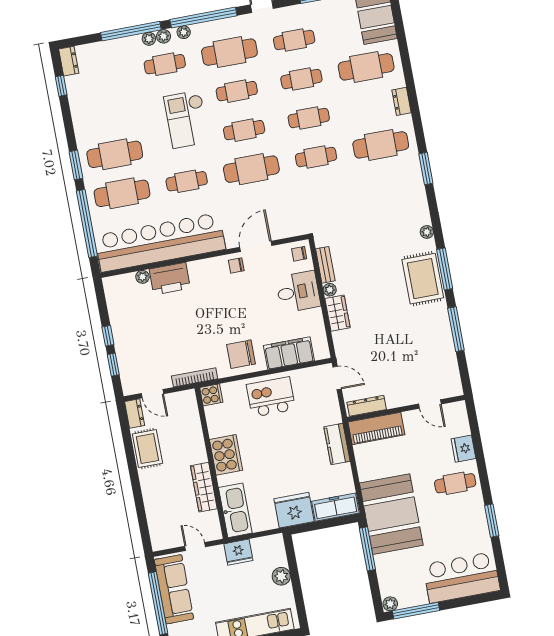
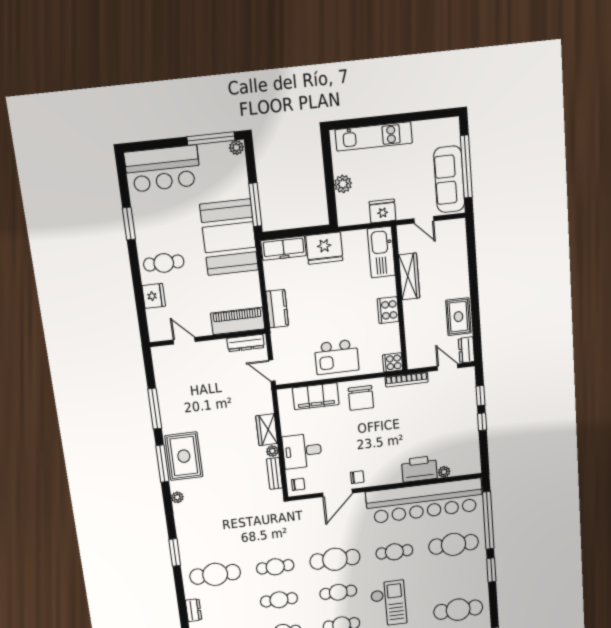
cafe table: (115, 154) -> (458, 610), moved
chair: (241, 354) -> (361, 398), turned 90
cooker: (226, 455) -> (388, 310), width x0.73, depth x0.76

